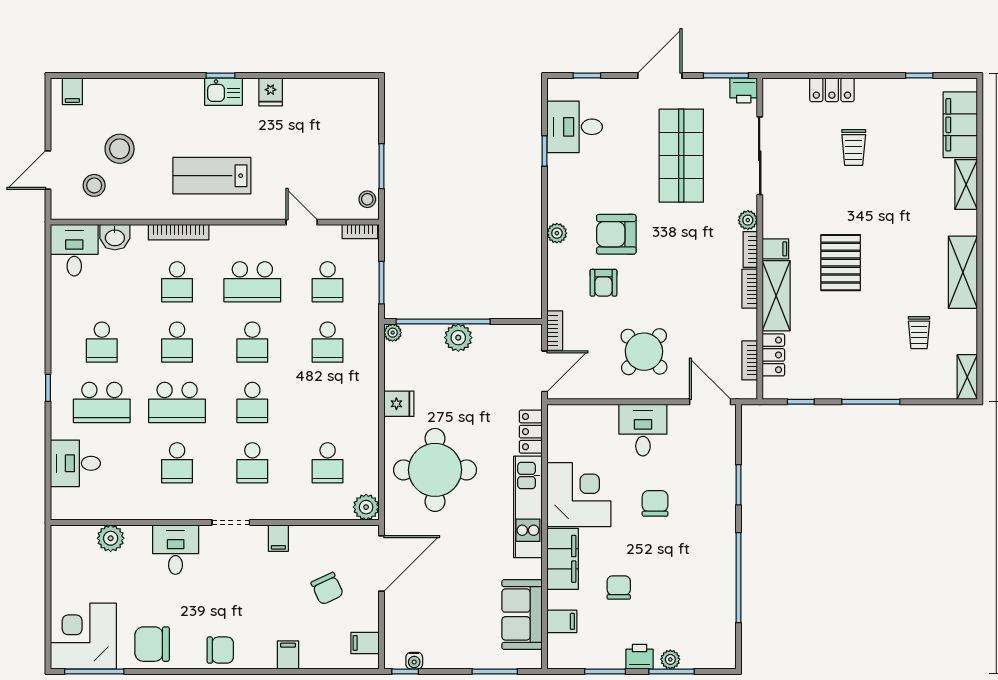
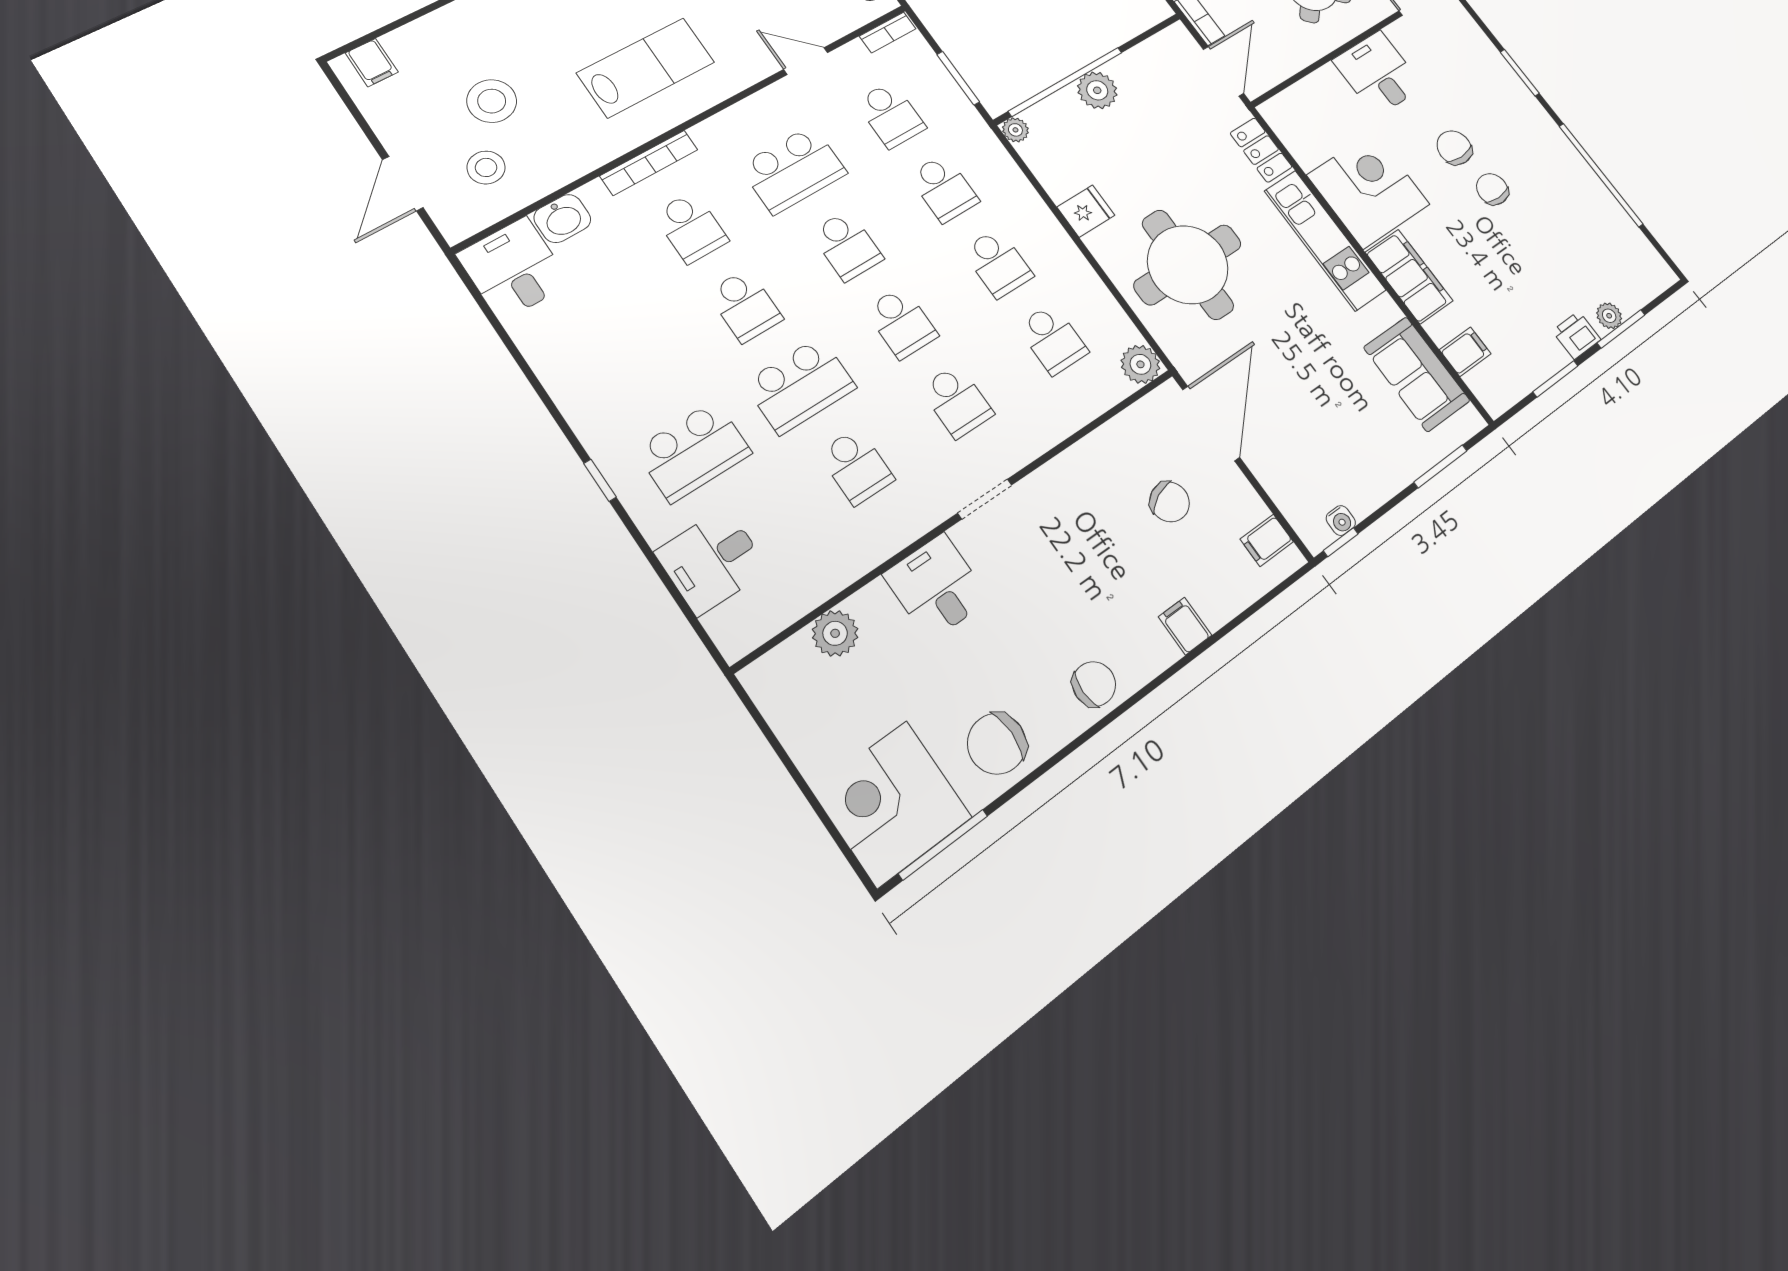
lab bench: (212, 176) -> (646, 68), turned 180
school desk: (102, 342) -> (998, 263), moved
filing cabinet: (278, 538) -> (1061, 478), removed
chair: (619, 588) -> (1492, 189), moved

